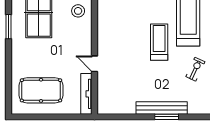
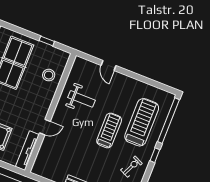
weight bench: (120, 22) -> (81, 99), added
door: (94, 64) -> (45, 127), swing flipped

